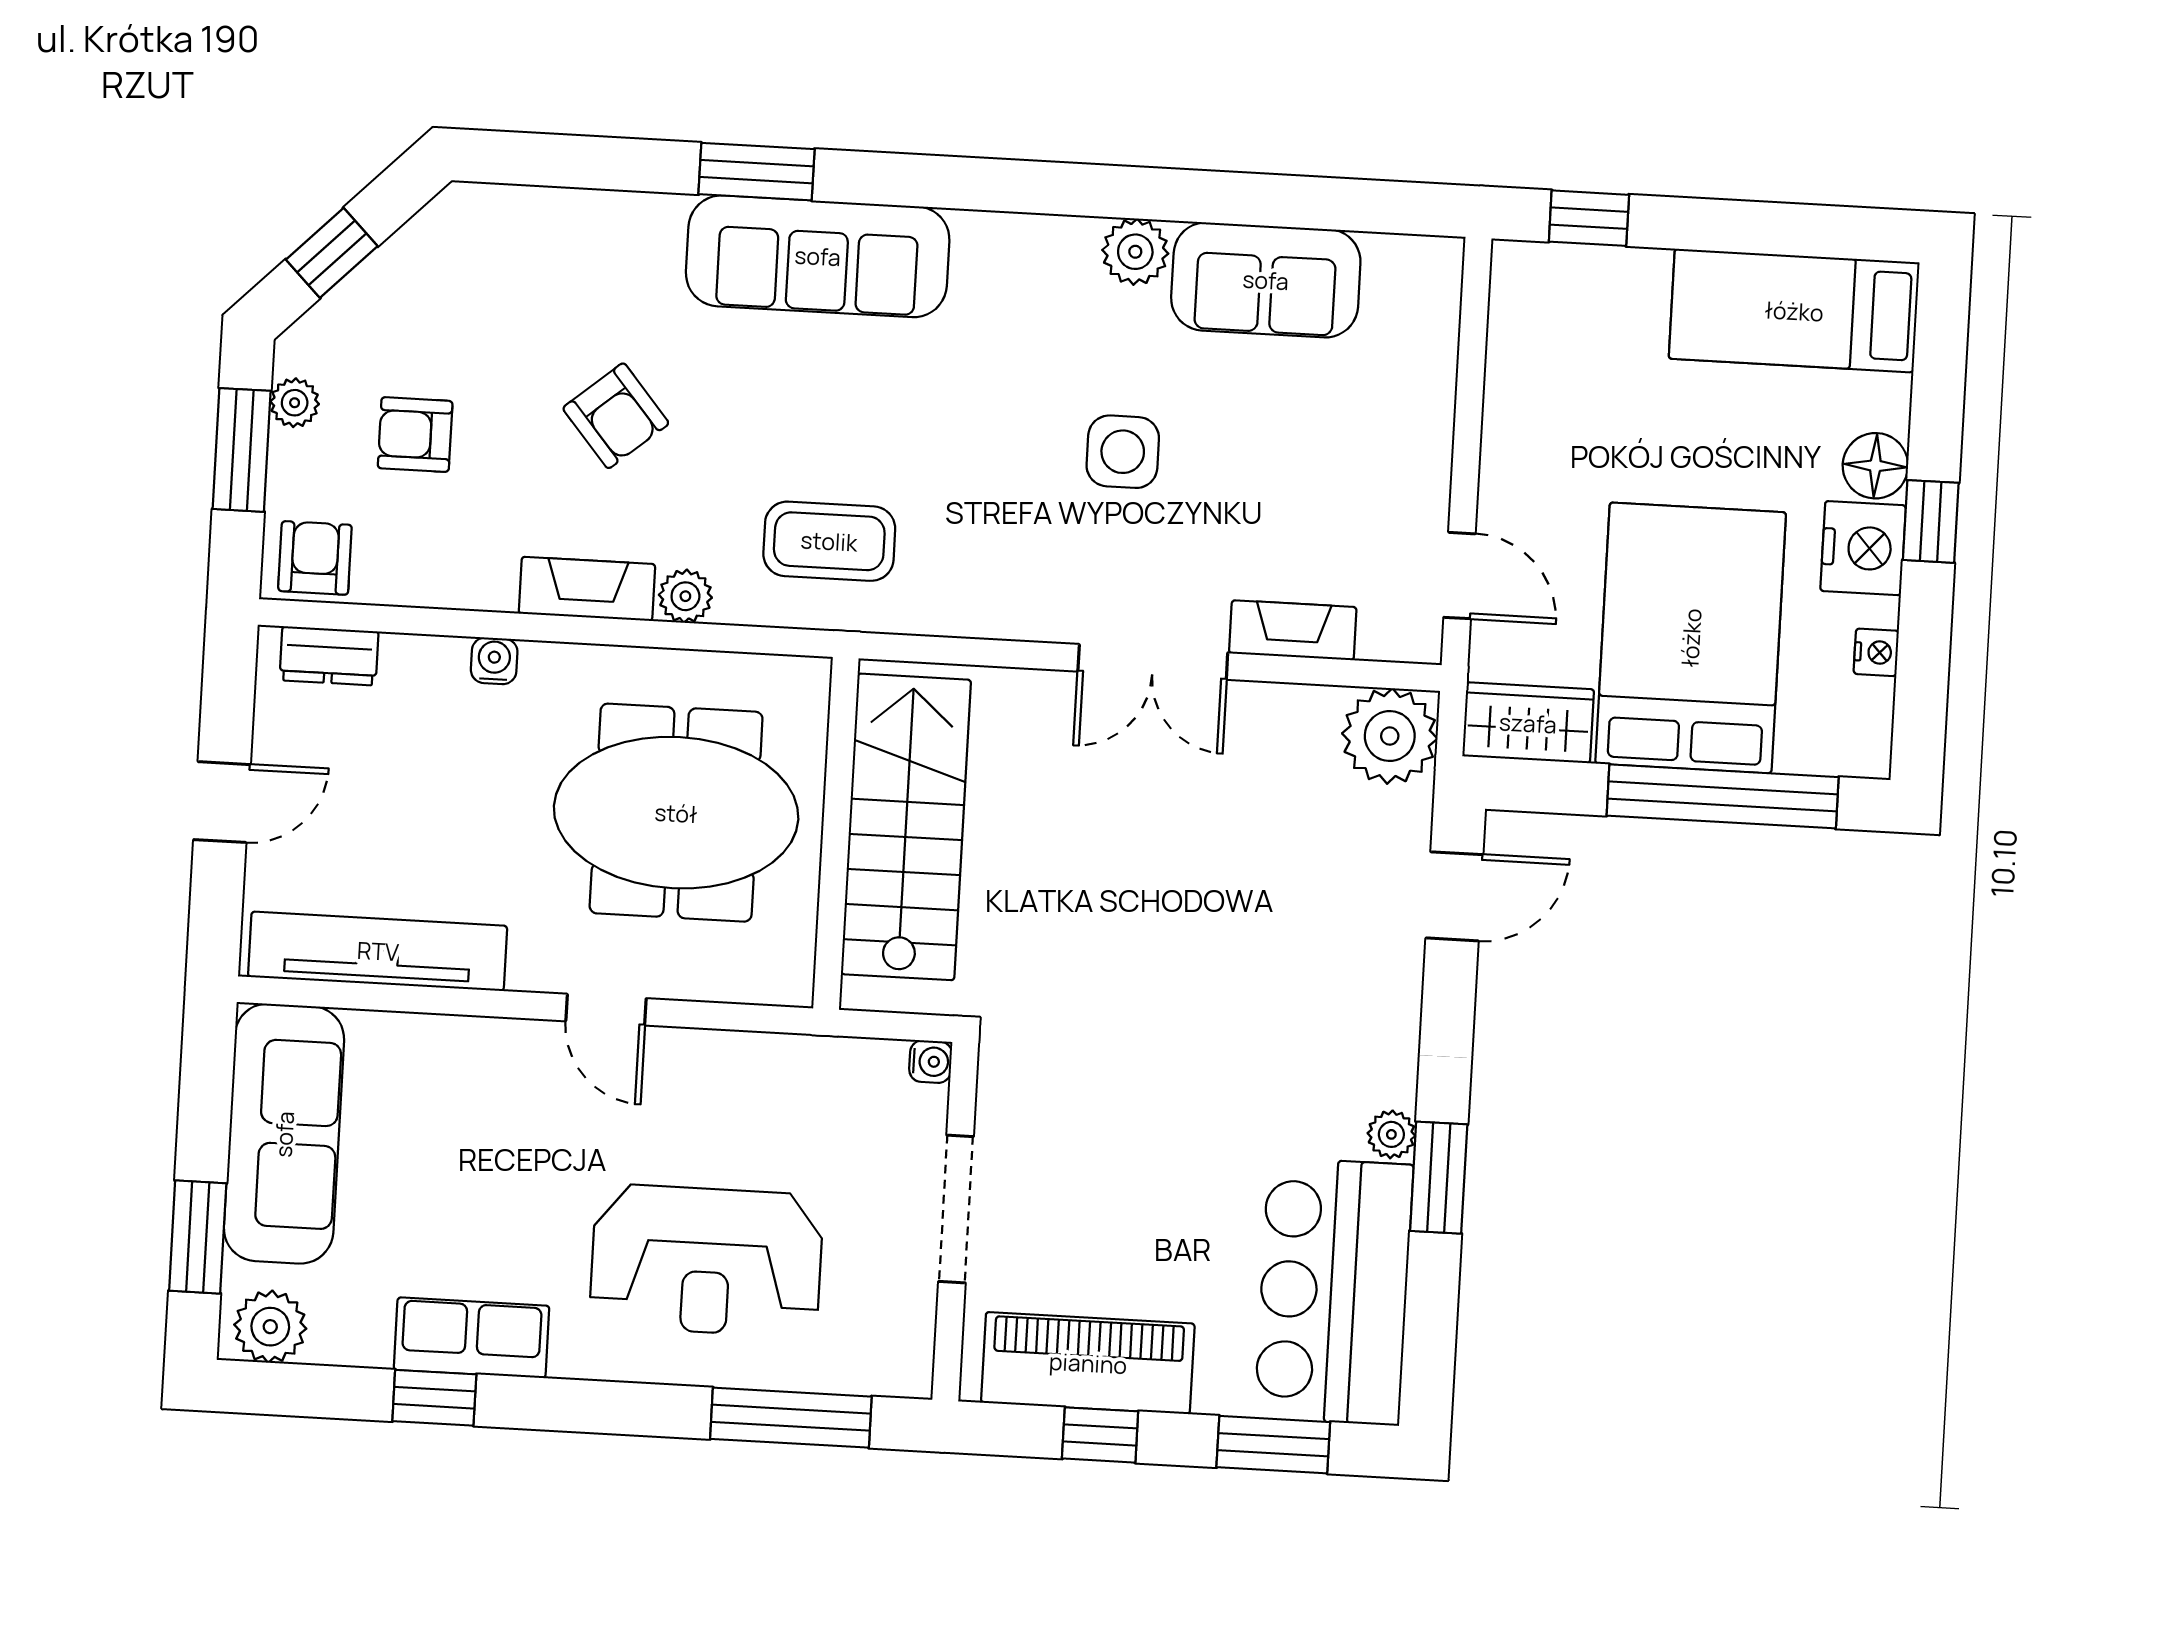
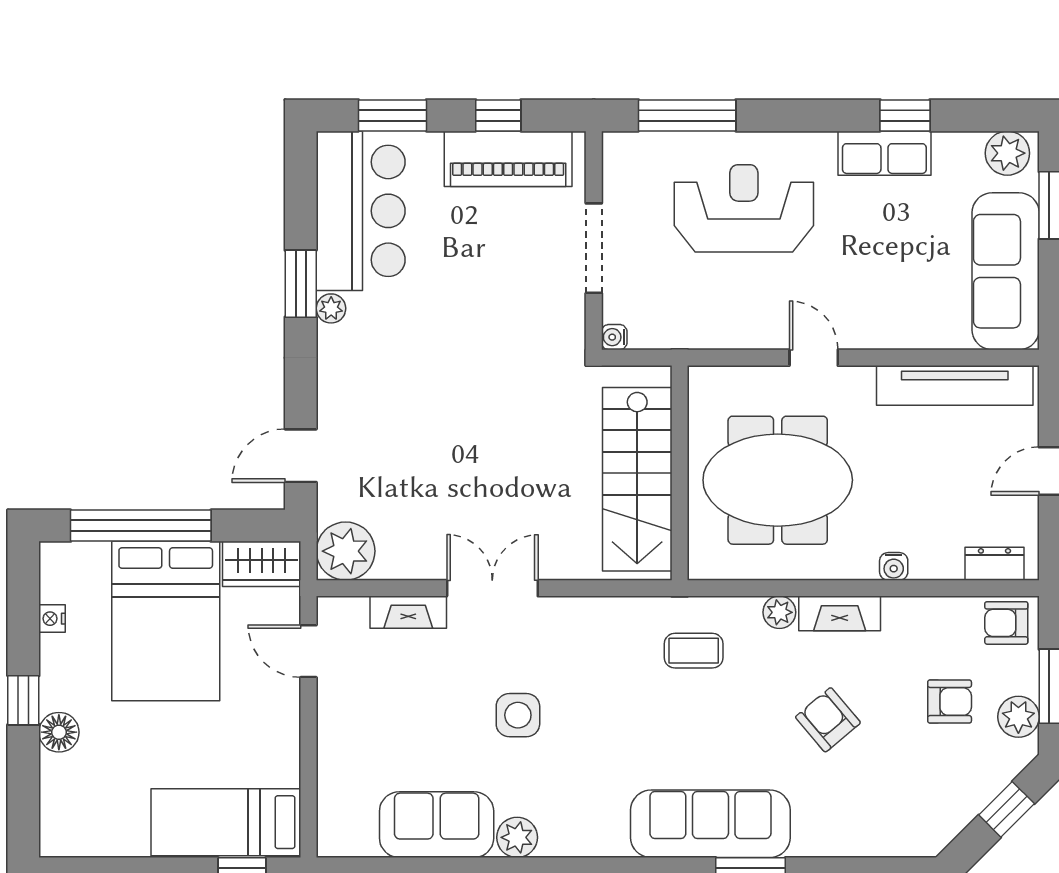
bed: (1794, 311) -> (226, 822), moved, turned 180
plant: (295, 403) -> (1018, 717), width x1.38, depth x1.38
coffee table: (829, 541) -> (694, 651), width x0.73, depth x0.77
nightstand: (1863, 548) -> (64, 682), removed
armchair: (315, 558) -> (1006, 623), turned 90

